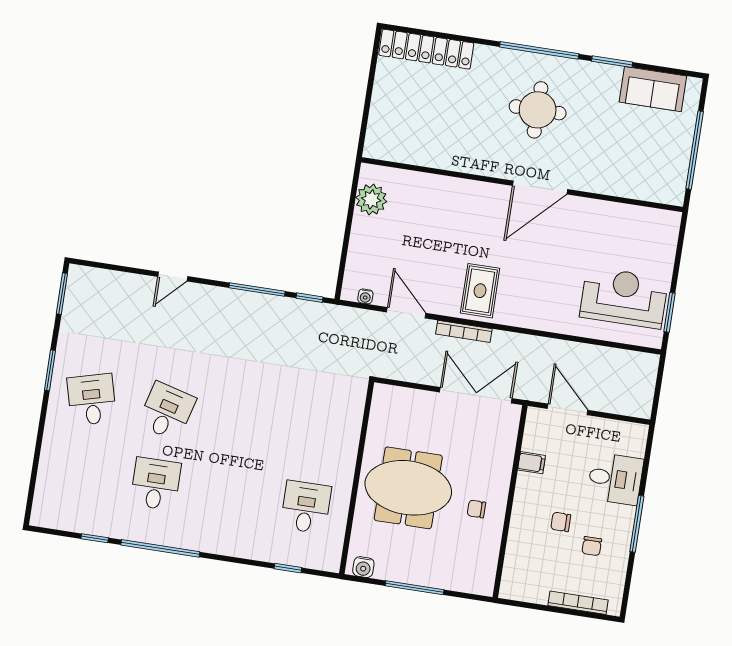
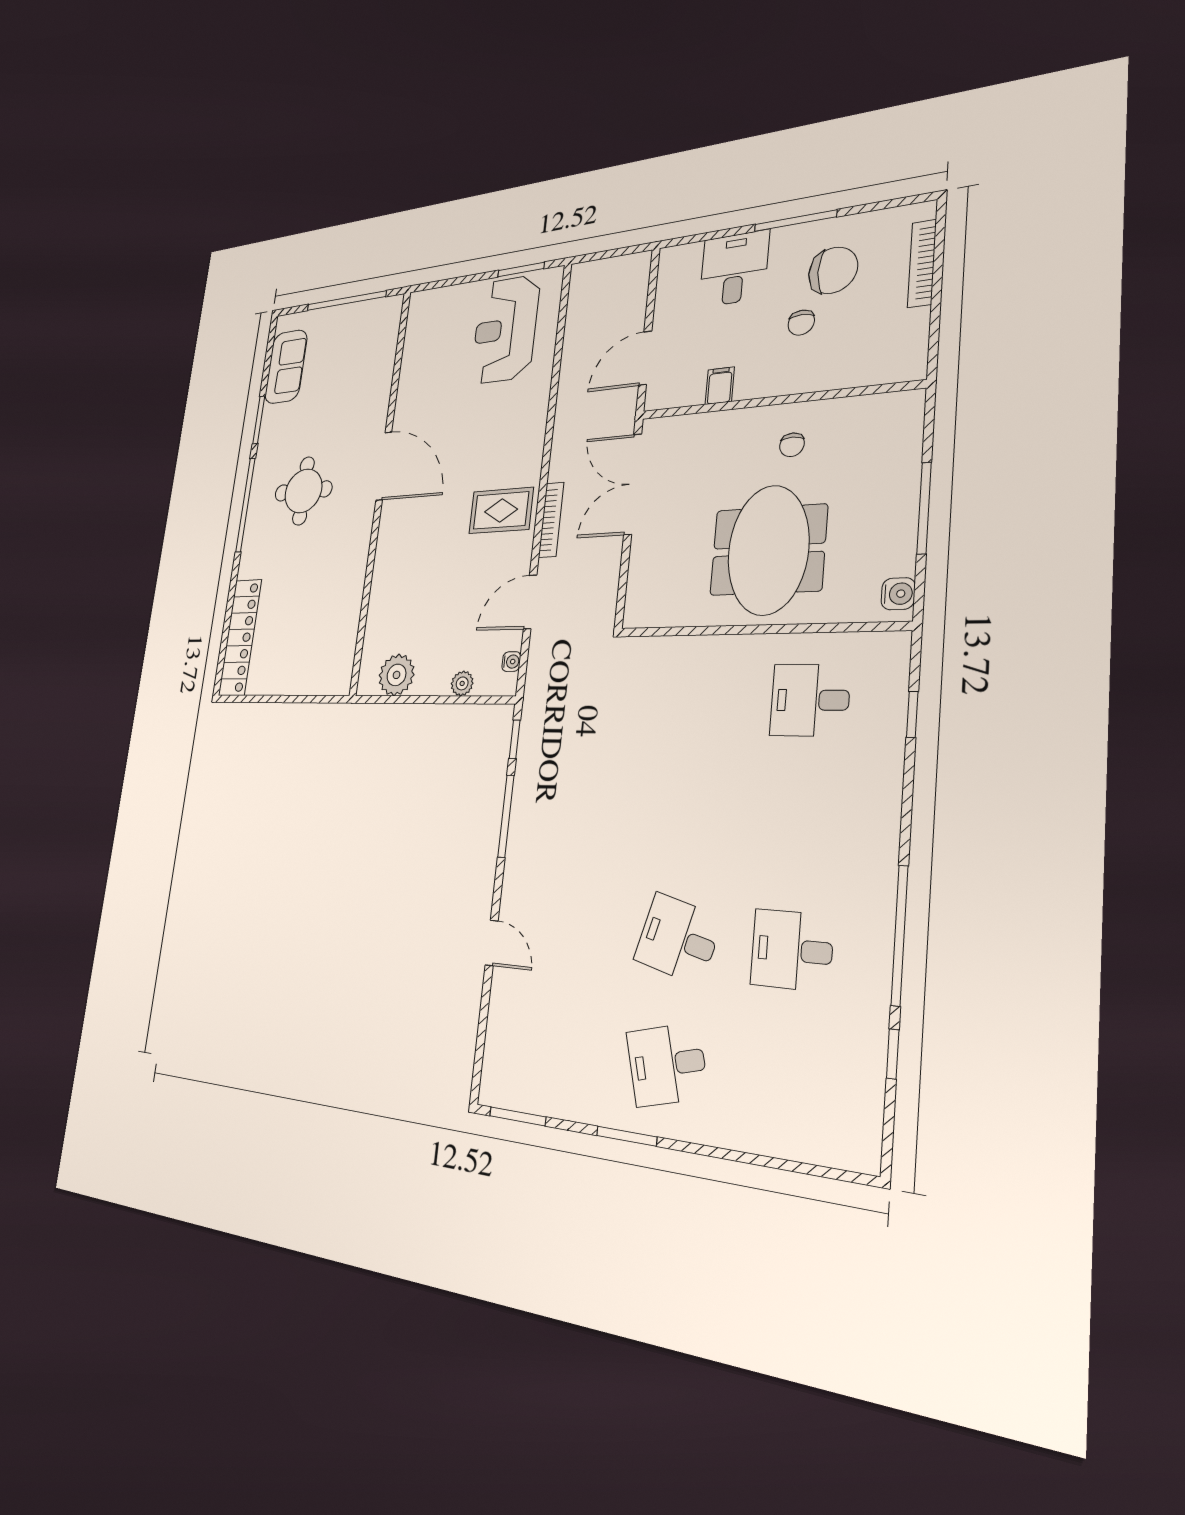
plant: (356, 256) -> (462, 683), added
chair: (592, 546) -> (833, 270), width x1.87, depth x1.87

